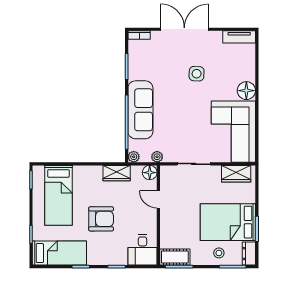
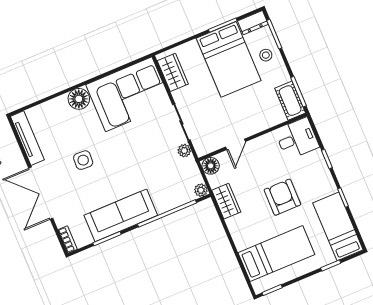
tv unit: (239, 37) -> (27, 138), width x1.41
sofa: (140, 110) -> (121, 215), moved
plant: (157, 157) -> (184, 151), moved

